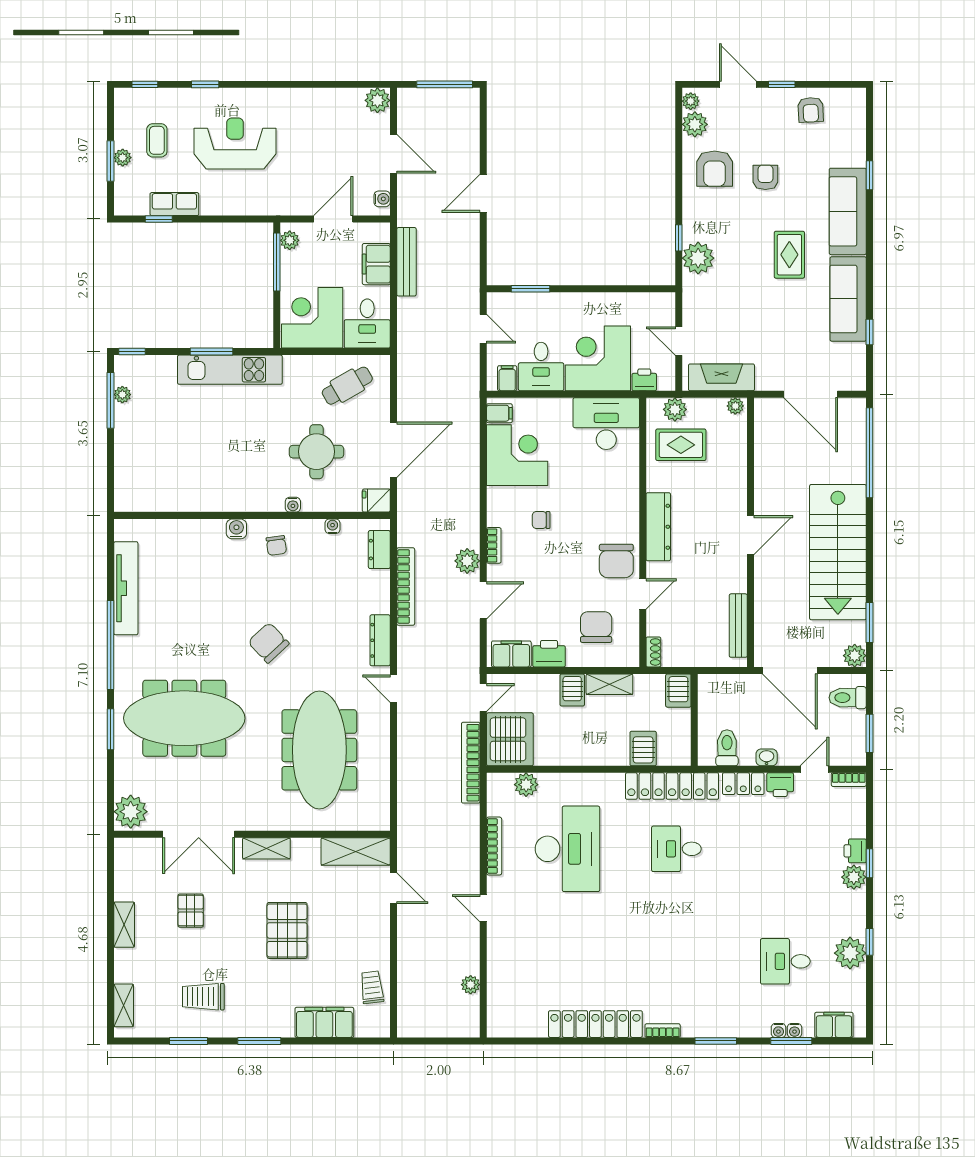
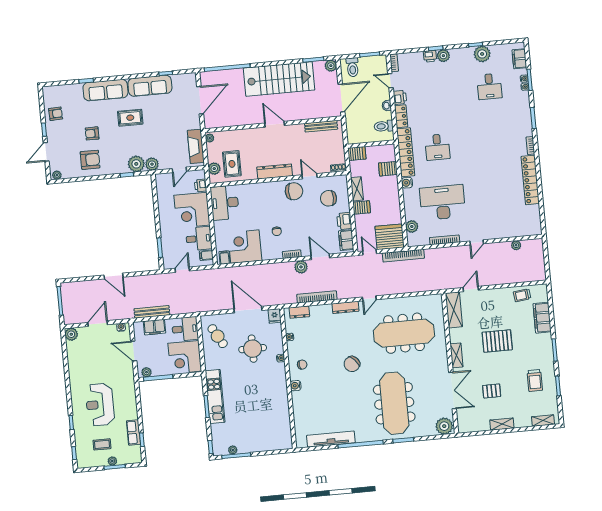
plant: (695, 124) -> (152, 164), moved
water cooler: (612, 783) -> (407, 183), added

